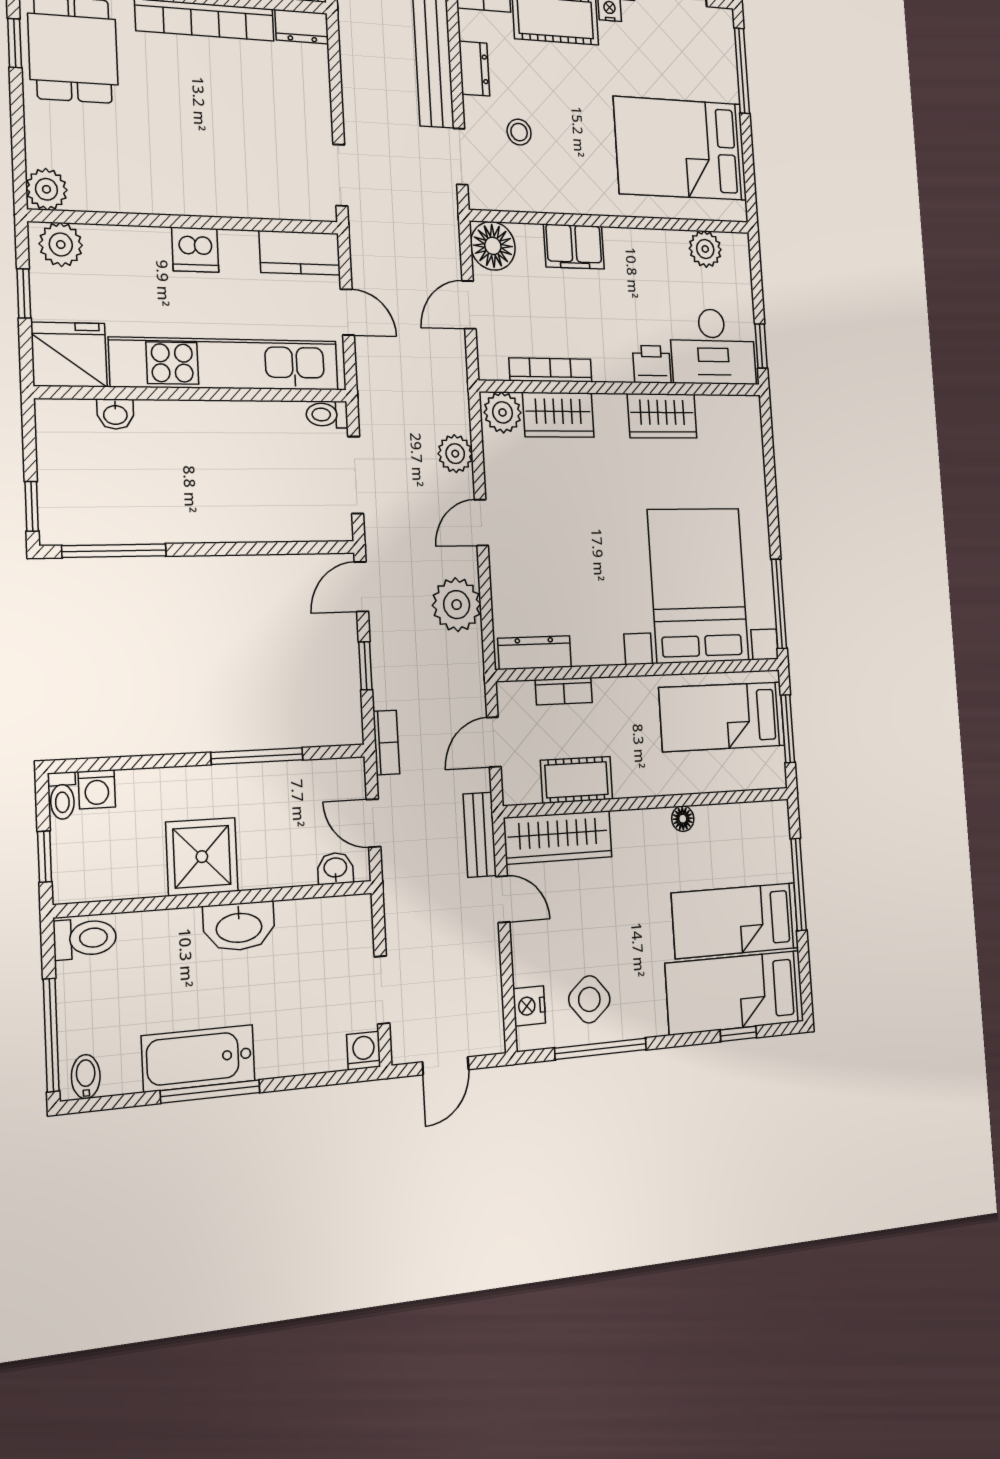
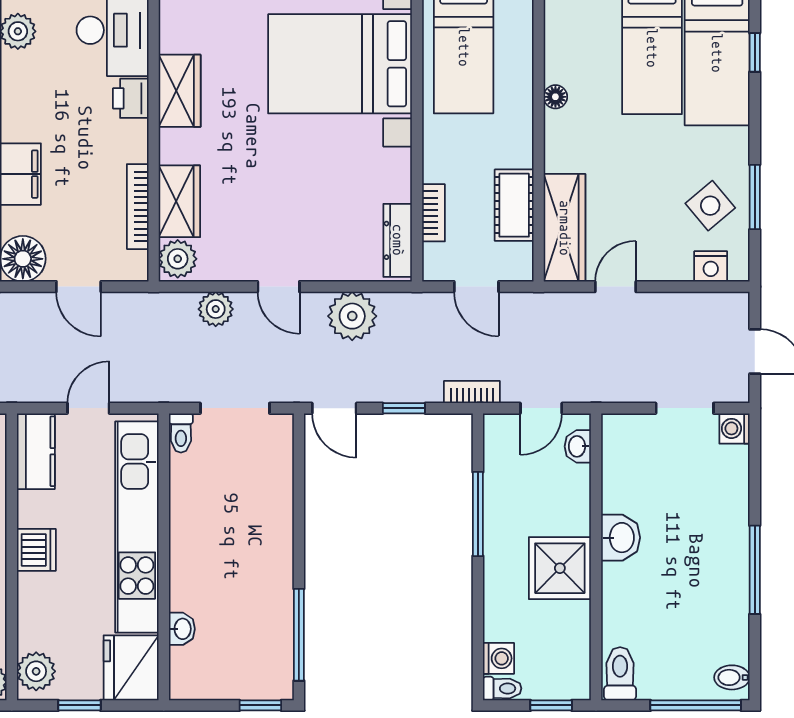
bench: (480, 835) -> (557, 306), removed
washbasin: (239, 927) -> (621, 538), width x0.72
window: (601, 1049) -> (755, 197), width x0.69
bathtub: (198, 1058) -> (726, 579), removed

